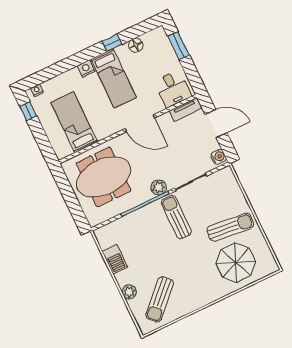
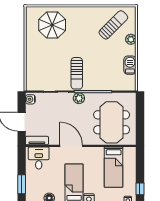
meeting table: (104, 177) -> (112, 122), turned 90
sun lounger: (230, 227) -> (45, 50), removed

